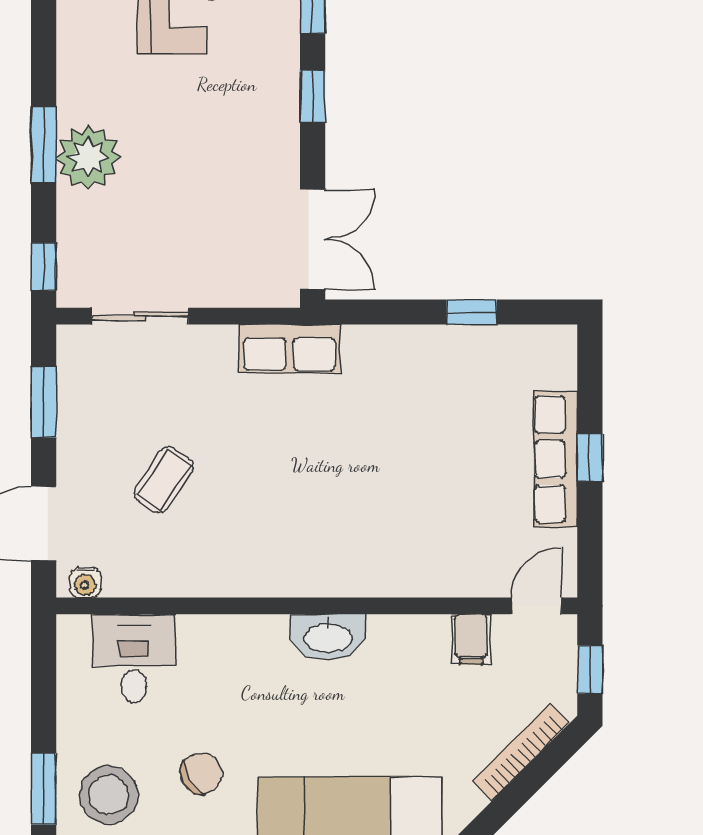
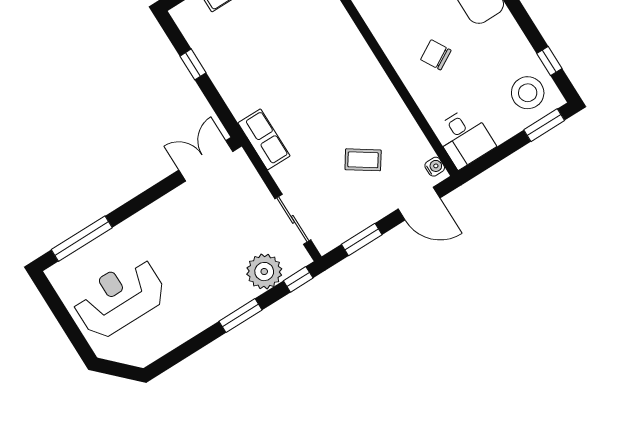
window: (313, 96) -> (138, 203), removed
plant: (88, 157) -> (264, 272), moved
washbasin: (328, 637) -> (389, 36), removed
desk: (134, 659) -> (464, 138), moved, turned -90
chair: (201, 773) -> (436, 55), moved

